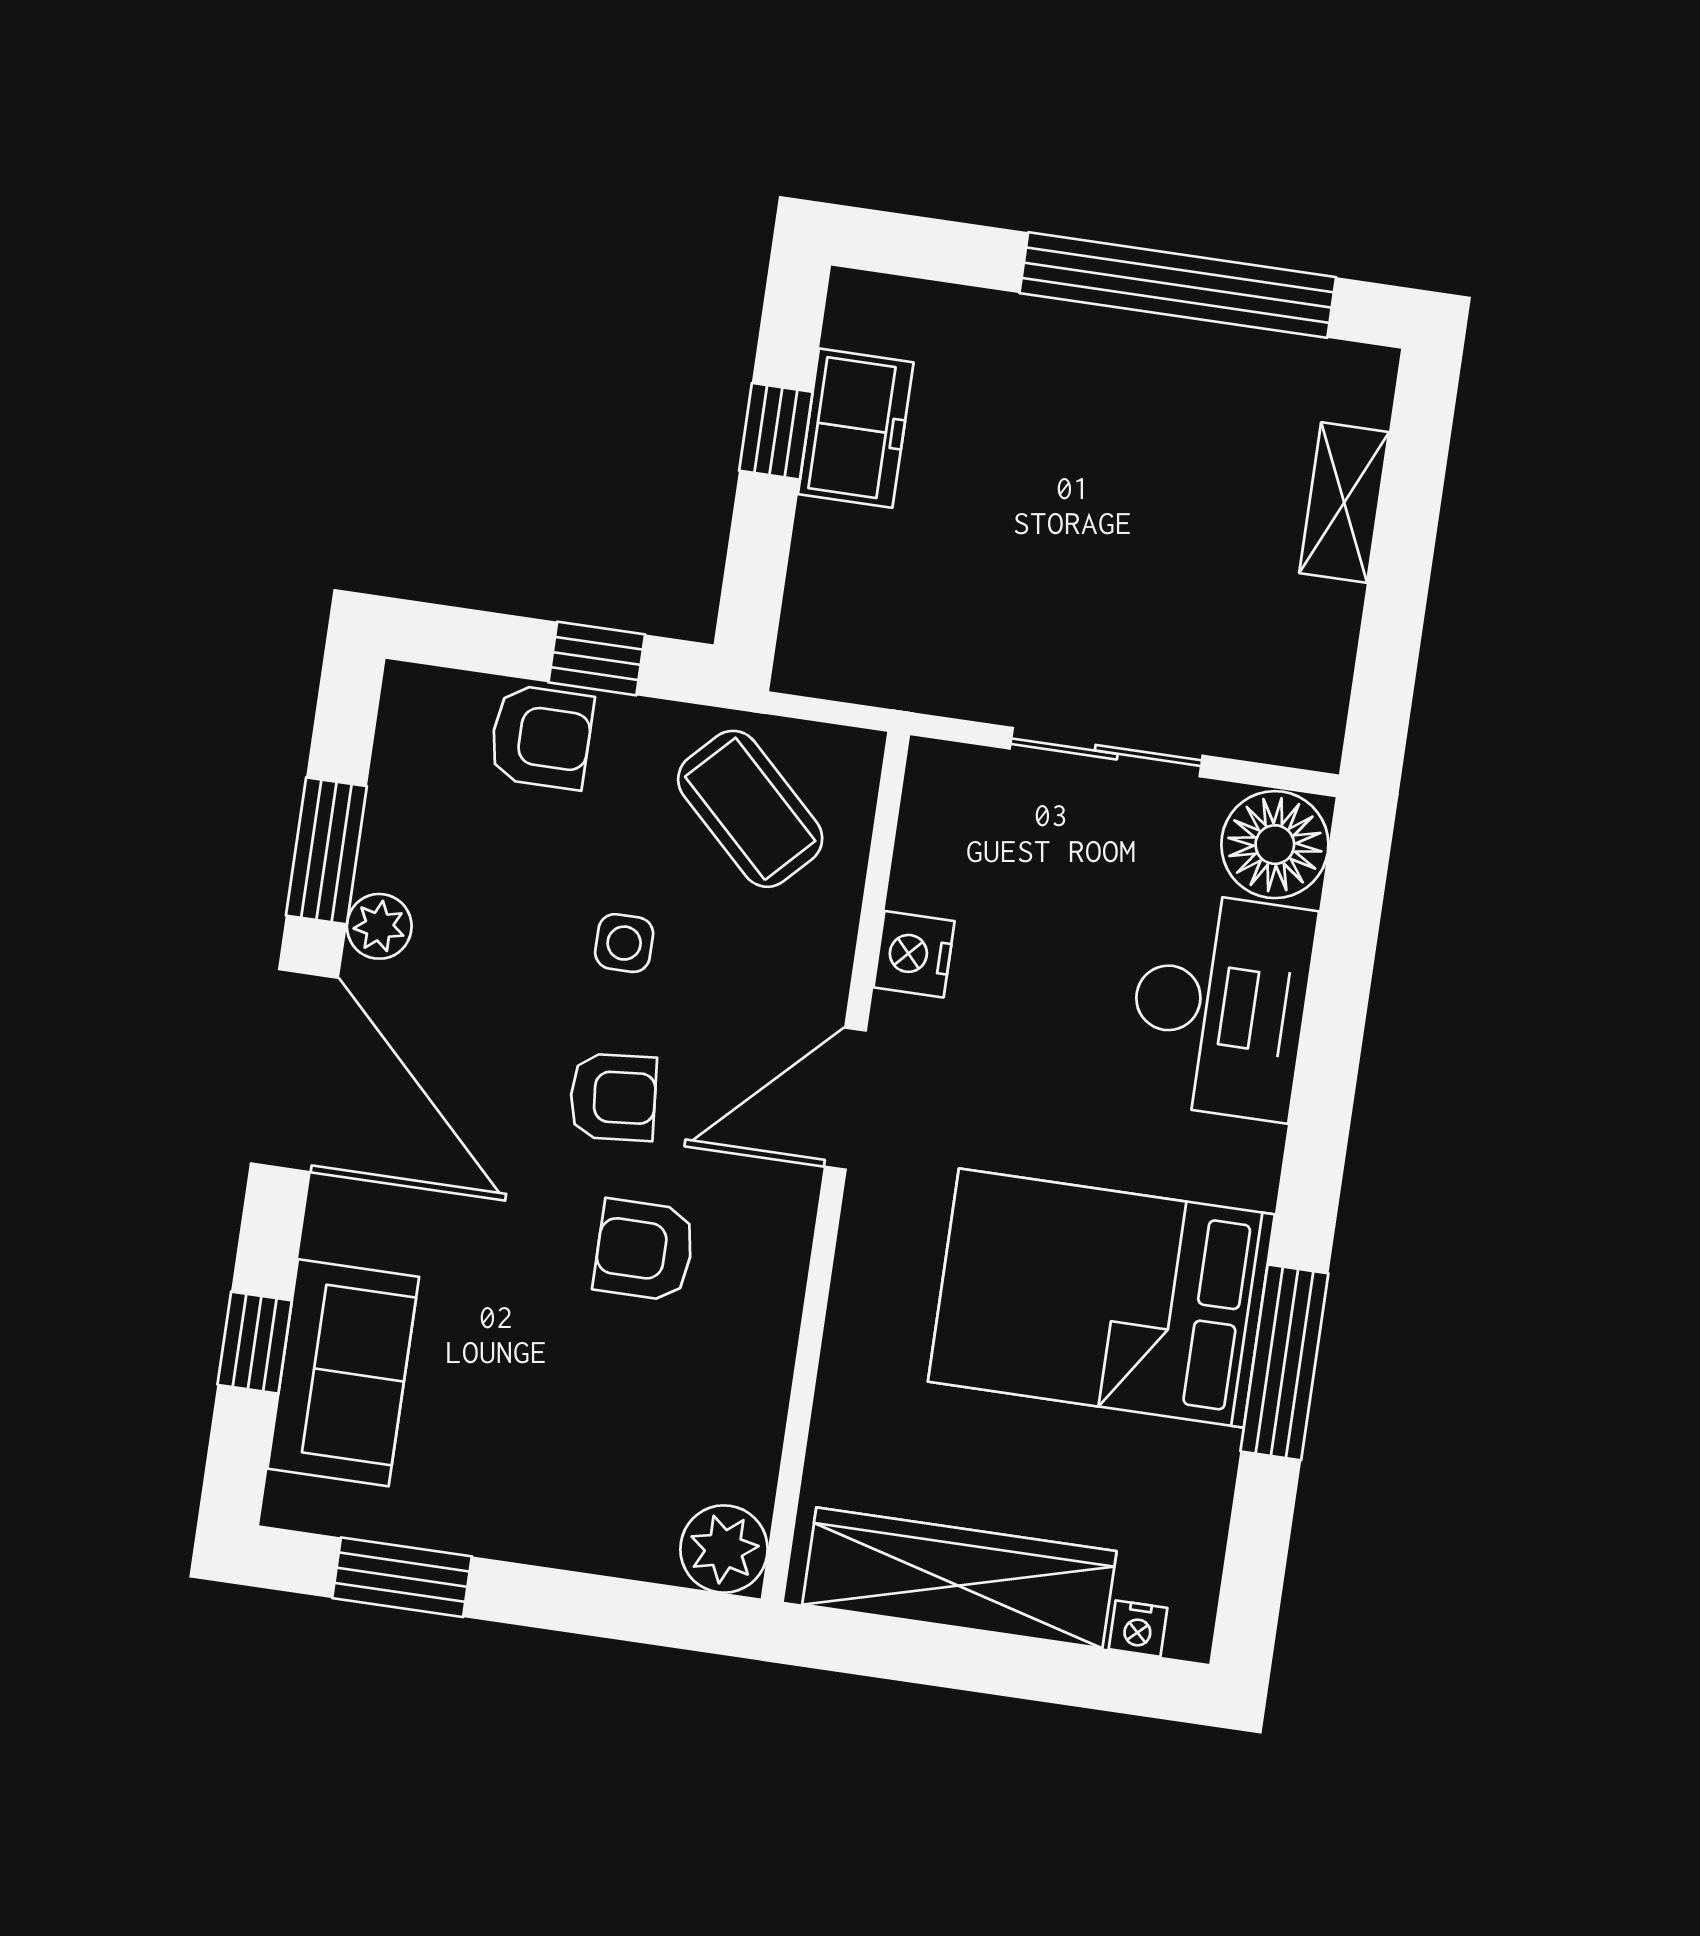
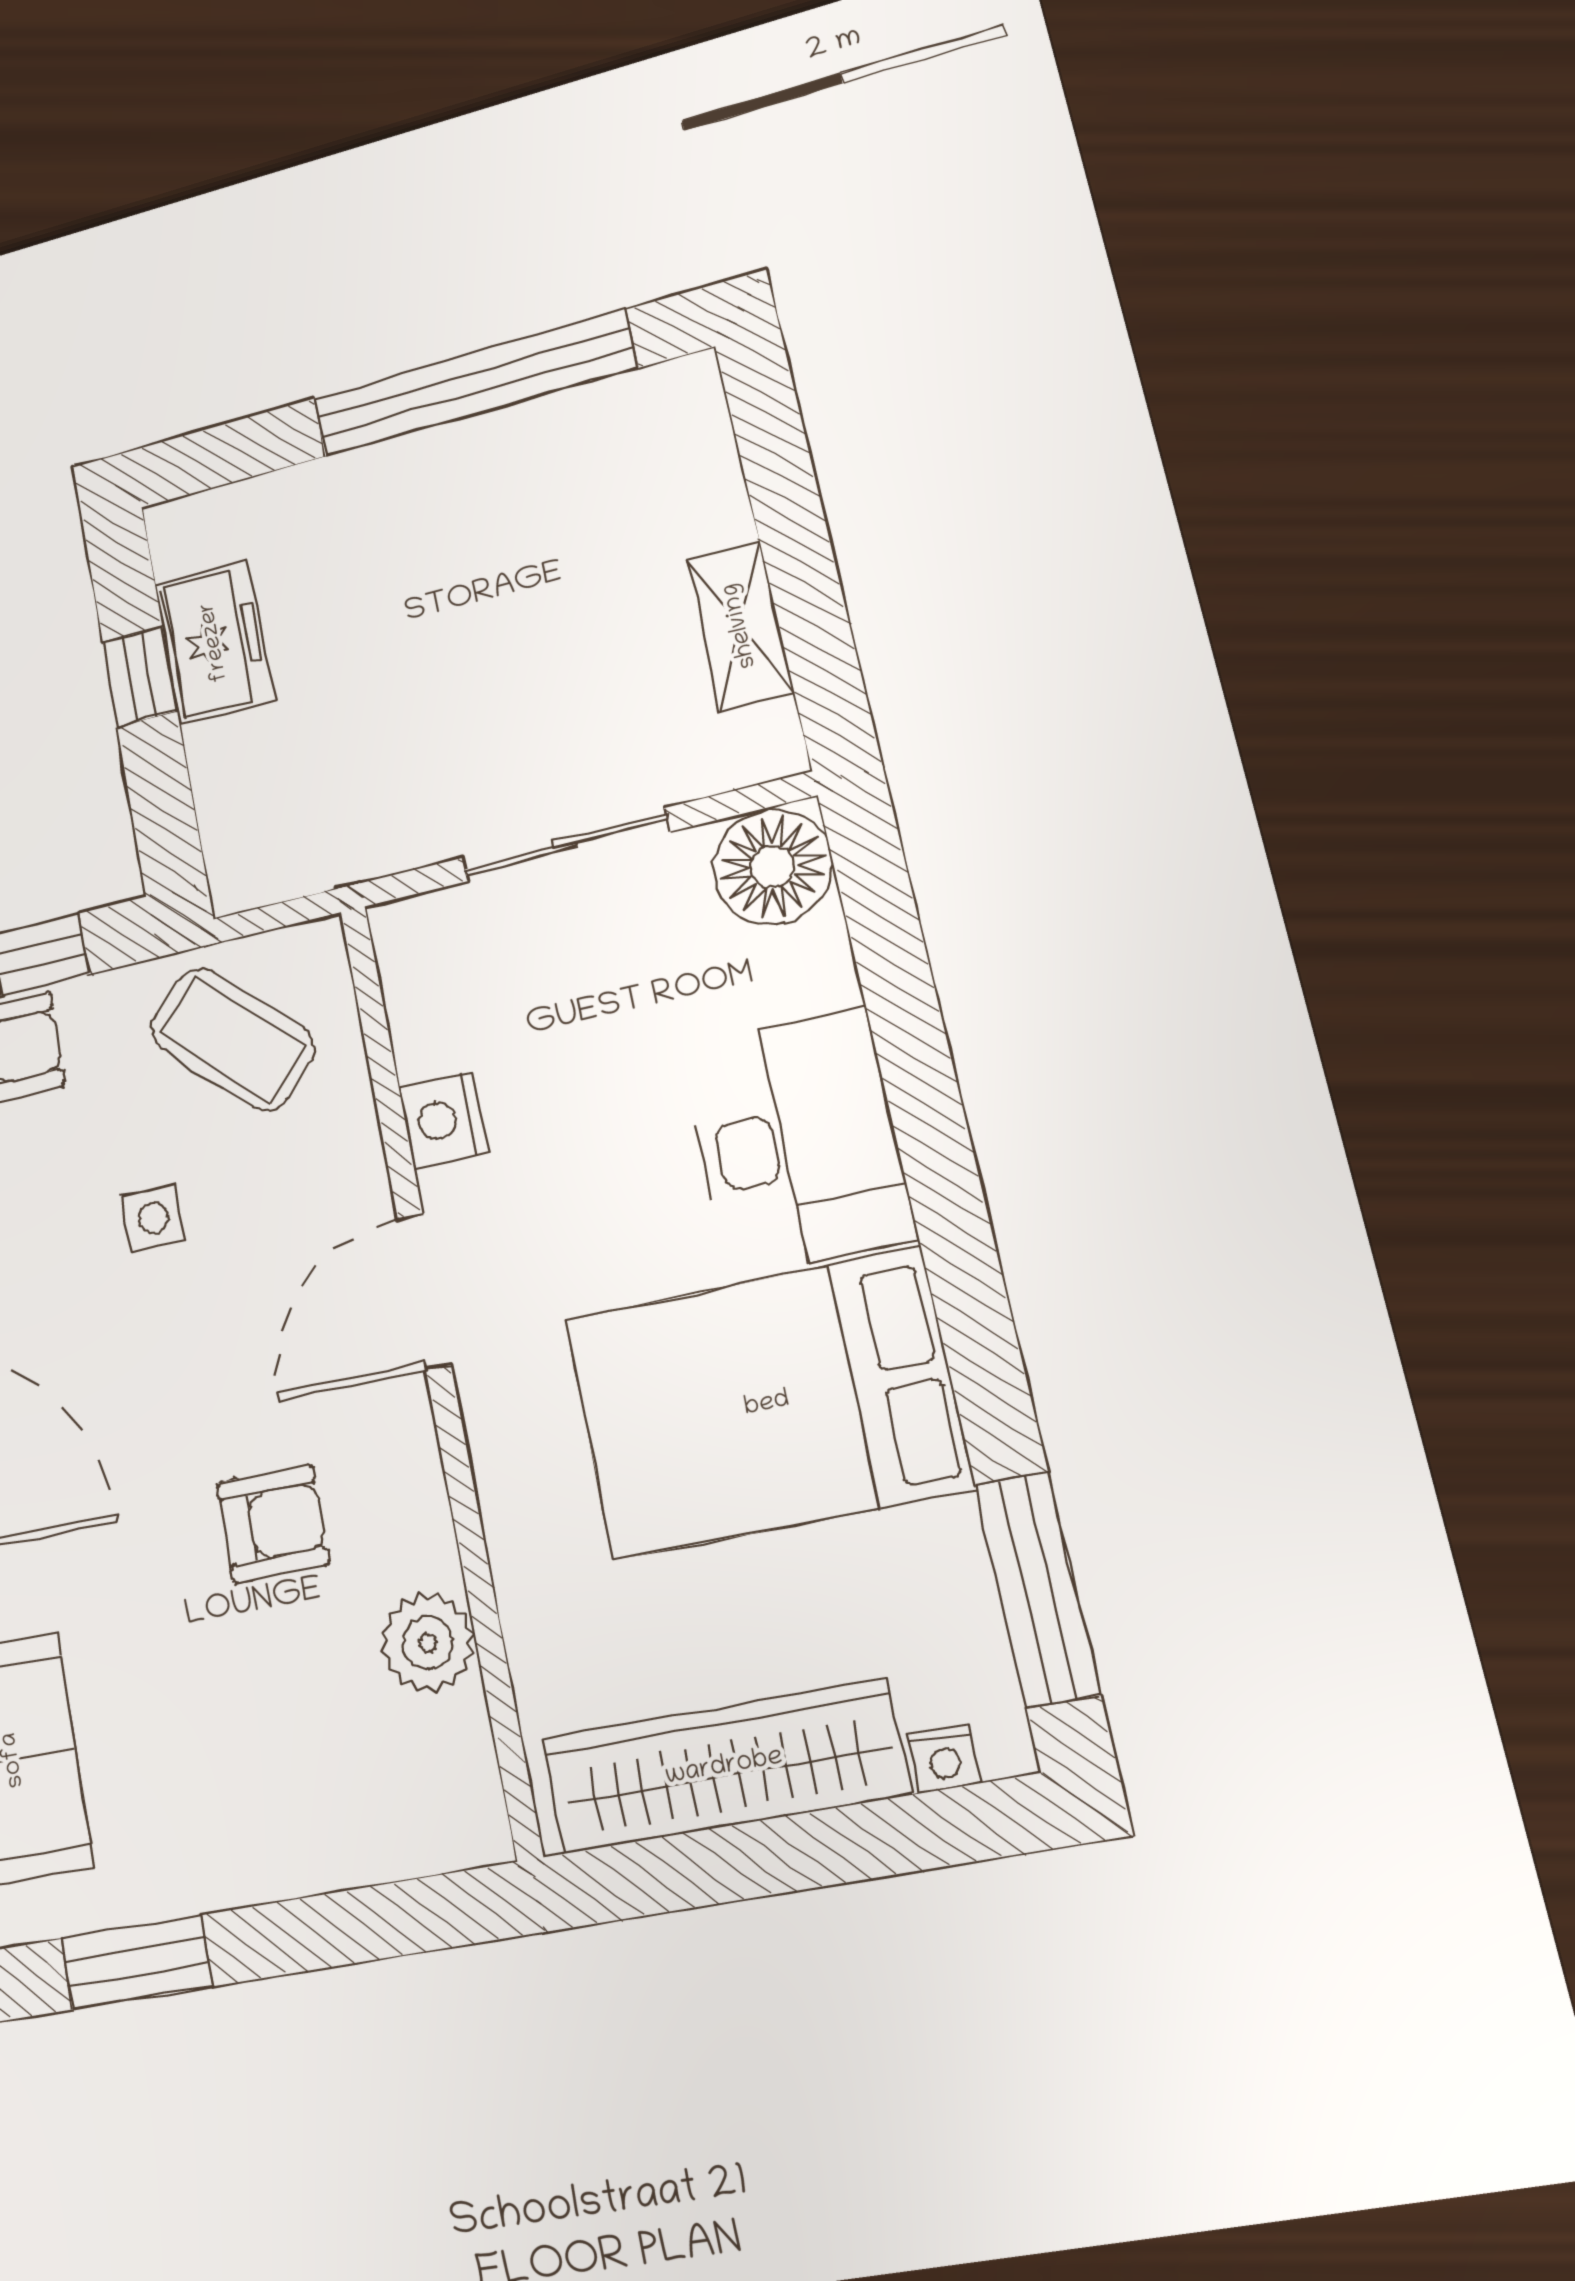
shelving: (1344, 503) -> (740, 626), moved
desk: (1220, 1005) -> (798, 1142), moved
armchair: (613, 1097) -> (191, 1377), removed
armchair: (644, 1250) -> (273, 1524), turned 180
window: (1284, 1362) -> (1037, 1589), moved
plant: (724, 1549) -> (428, 1643), moved

